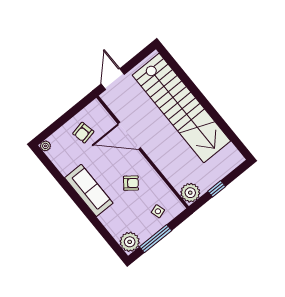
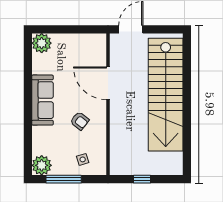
armchair: (83, 133) -> (75, 52), removed
plant: (45, 146) -> (42, 43), width x1.87, depth x1.87
plant: (190, 193) -> (119, 165), removed

